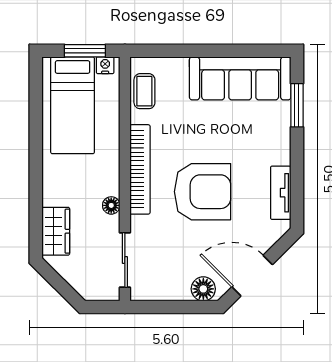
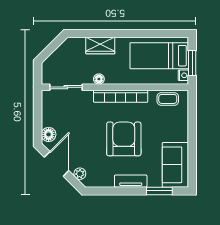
sofa: (240, 78) -> (175, 165), width x0.73
armchair: (203, 192) -> (124, 139), moved, turned 180
tv unit: (281, 193) -> (131, 181), moved
wardrobe: (56, 231) -> (100, 46), moved
plant: (268, 237) -> (80, 174), added

